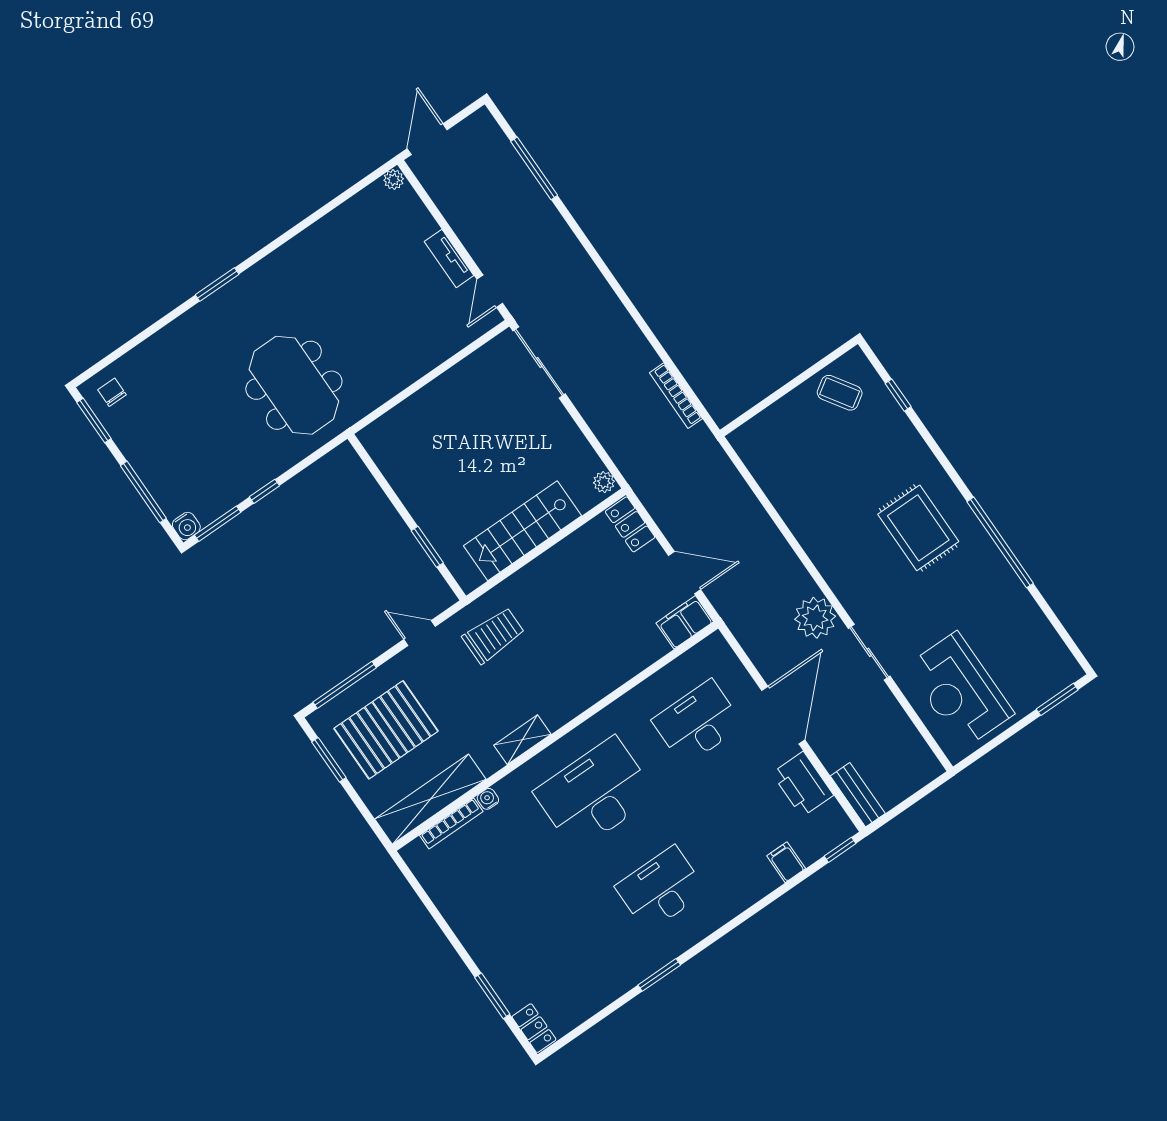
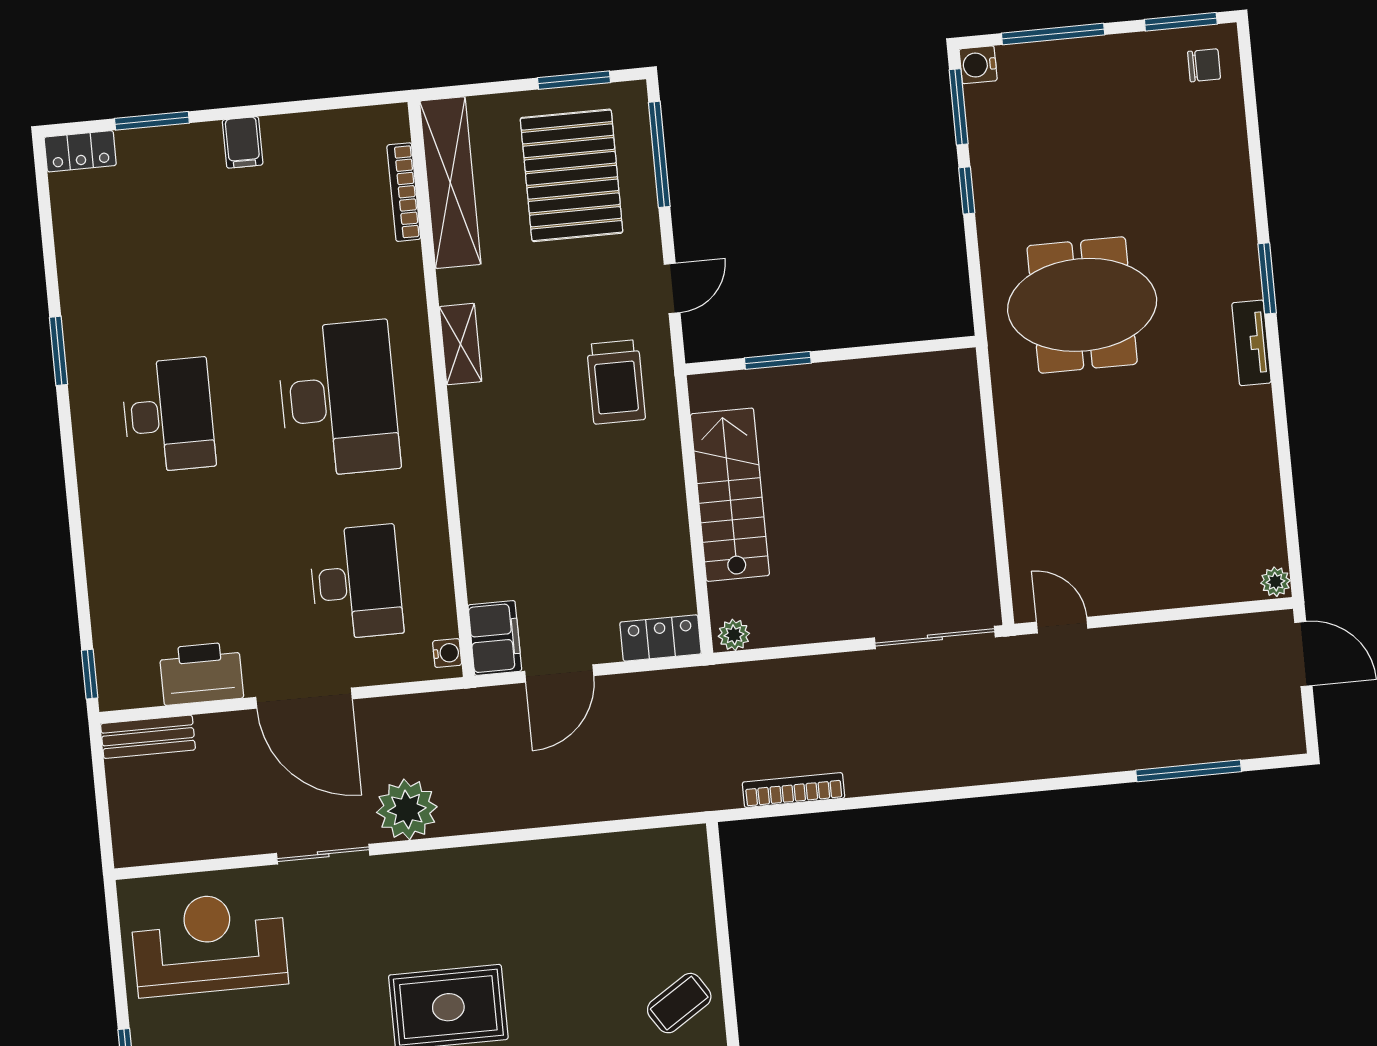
tv unit: (449, 258) -> (1251, 343), moved, turned -90
water cooler: (488, 799) -> (447, 653), moved
filing cabinet: (786, 862) -> (243, 142), moved, turned 90

